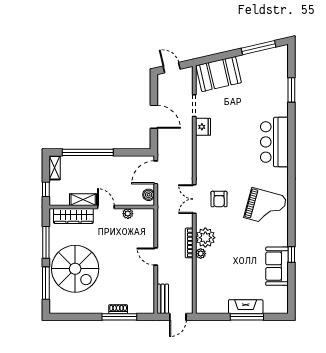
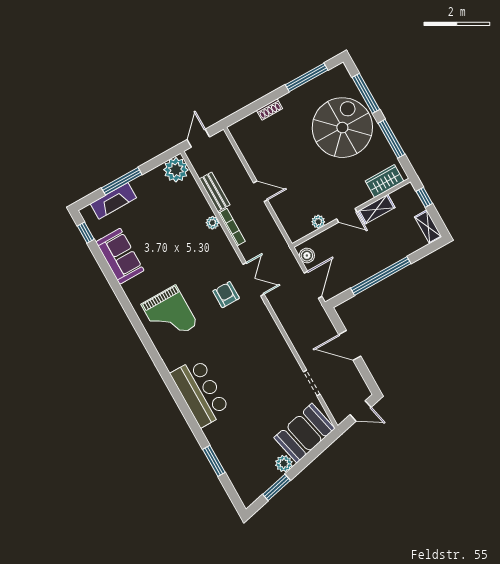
window: (259, 48) -> (276, 487), width x0.69
plant: (244, 61) -> (284, 464), added
fridge: (203, 127) -> (289, 365), removed
window: (88, 152) -> (381, 276), moved
grand piano: (265, 207) -> (170, 314), turned -105
wardrobe: (73, 216) -> (384, 181), width x0.67
plant: (205, 238) -> (176, 170), moved
window: (291, 254) -> (86, 233), moved
spiral stairs: (75, 269) -> (342, 128), turned 90
bench: (163, 299) -> (215, 192), moved
fireplace: (246, 307) -> (113, 201), moved
window: (119, 317) -> (307, 77), moved

